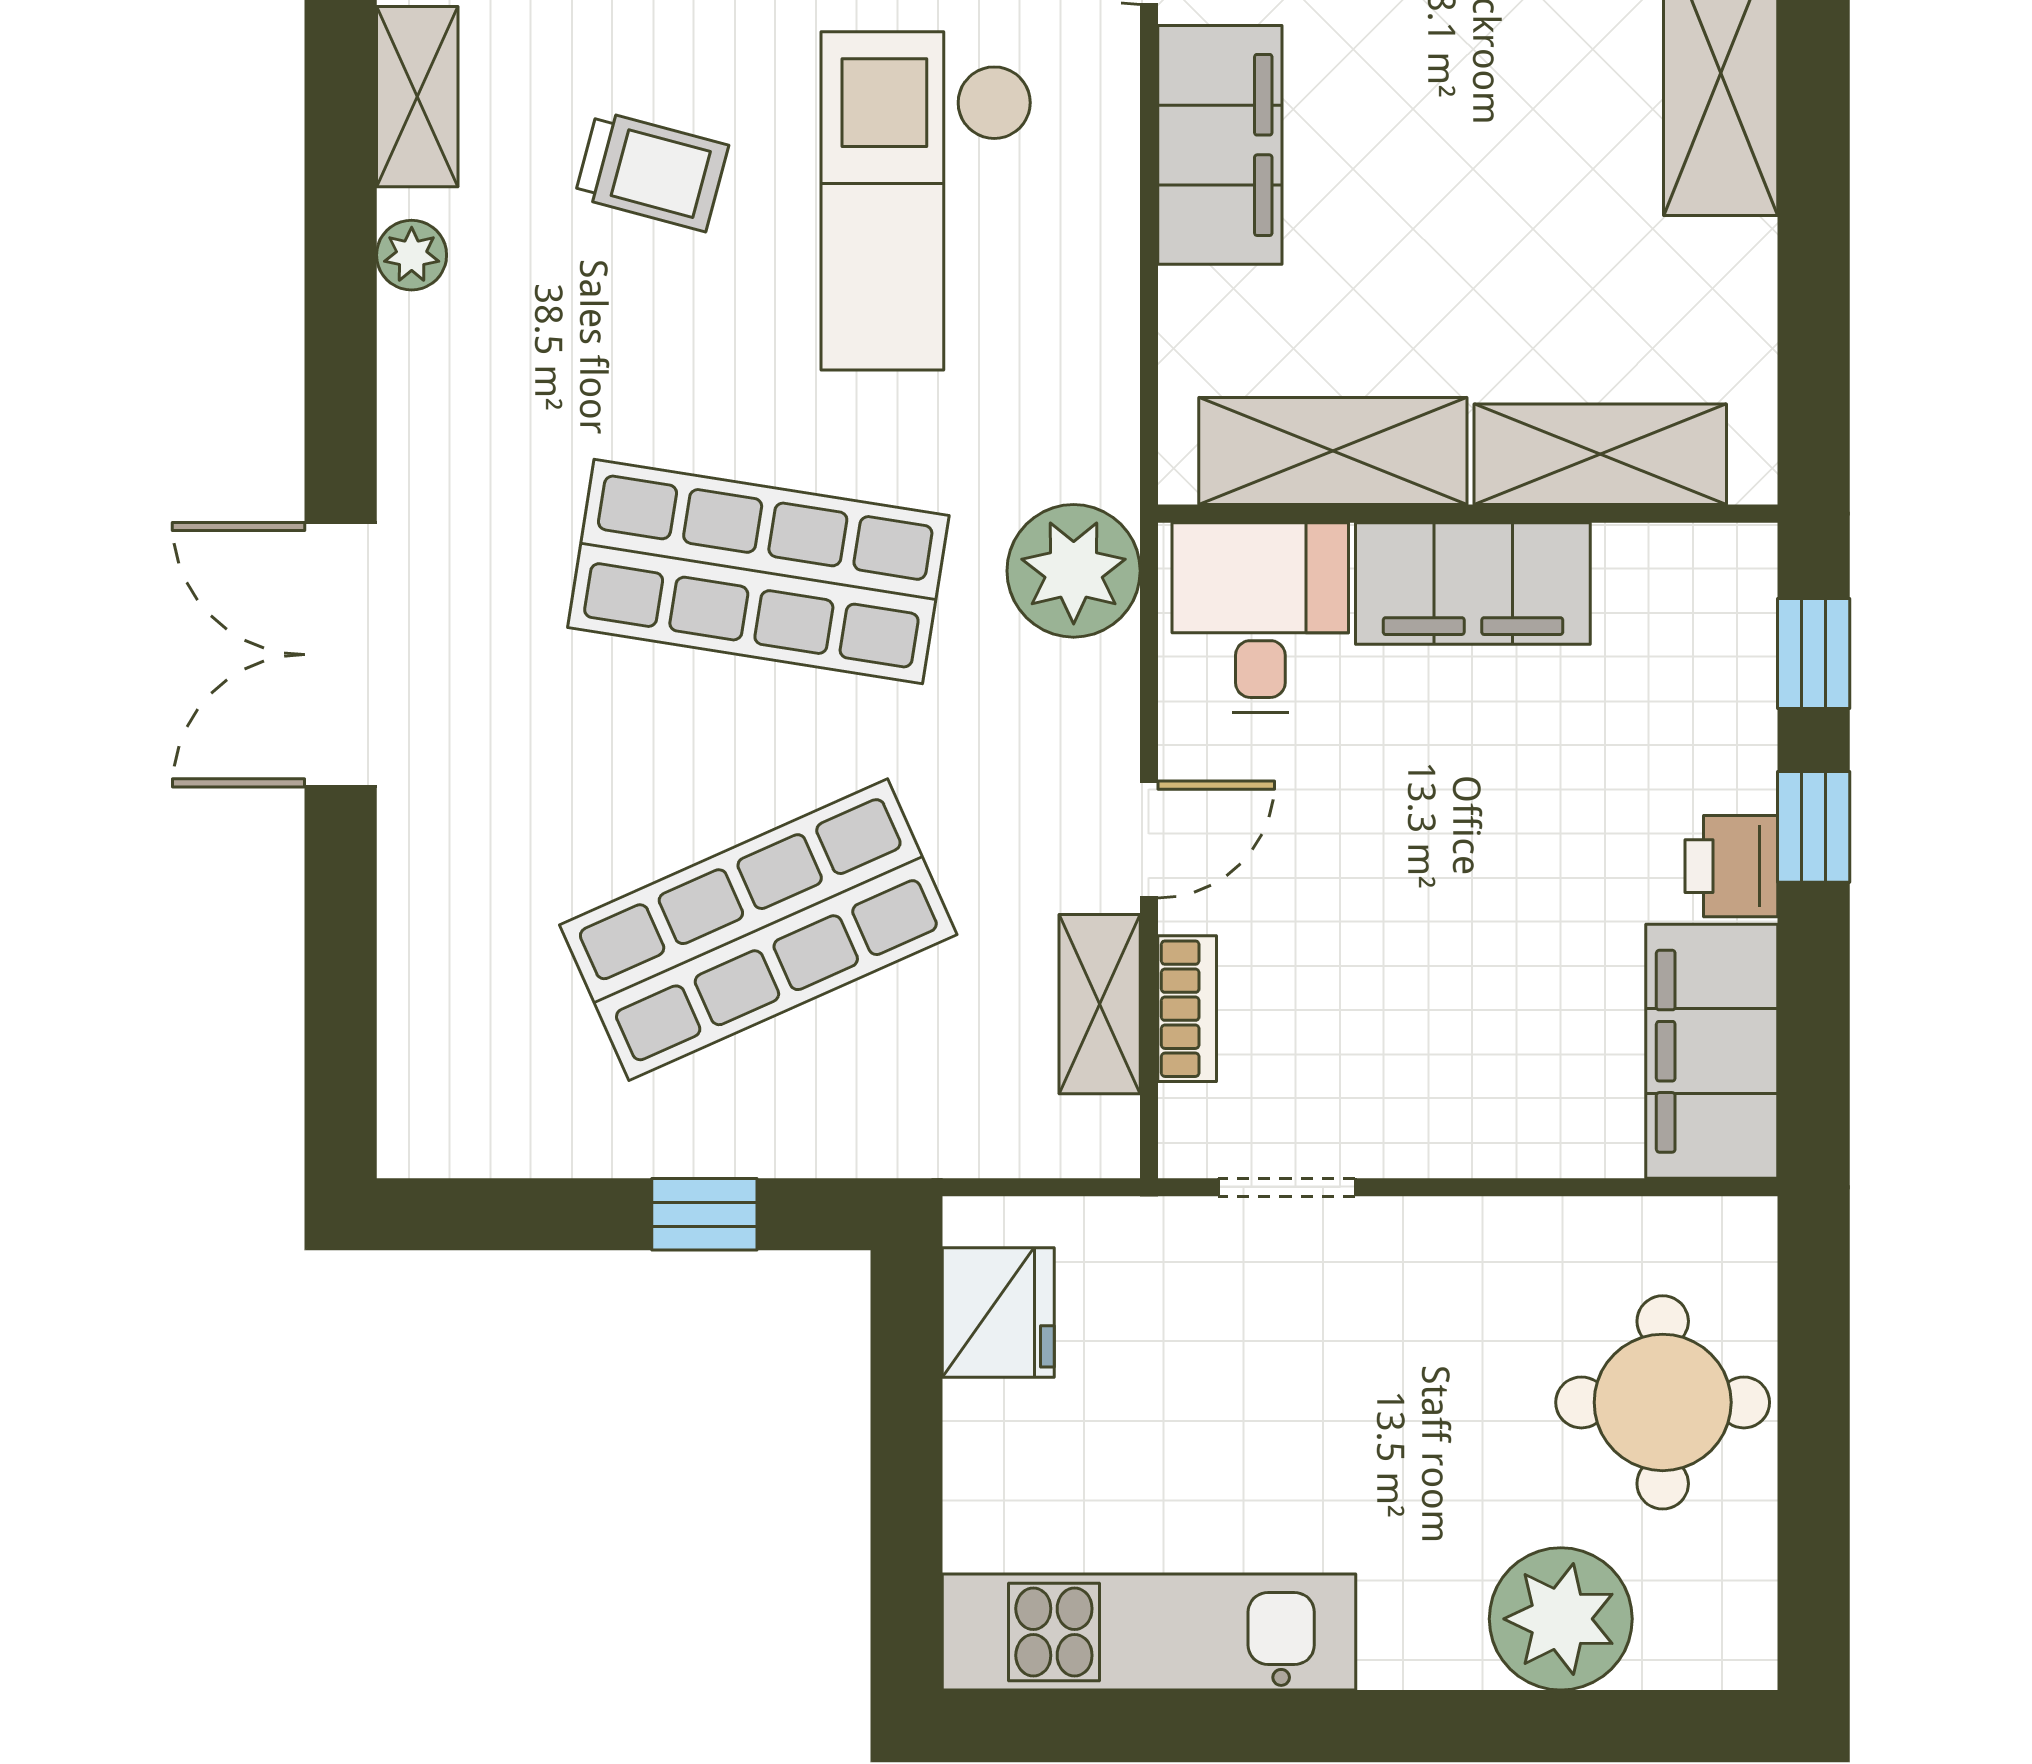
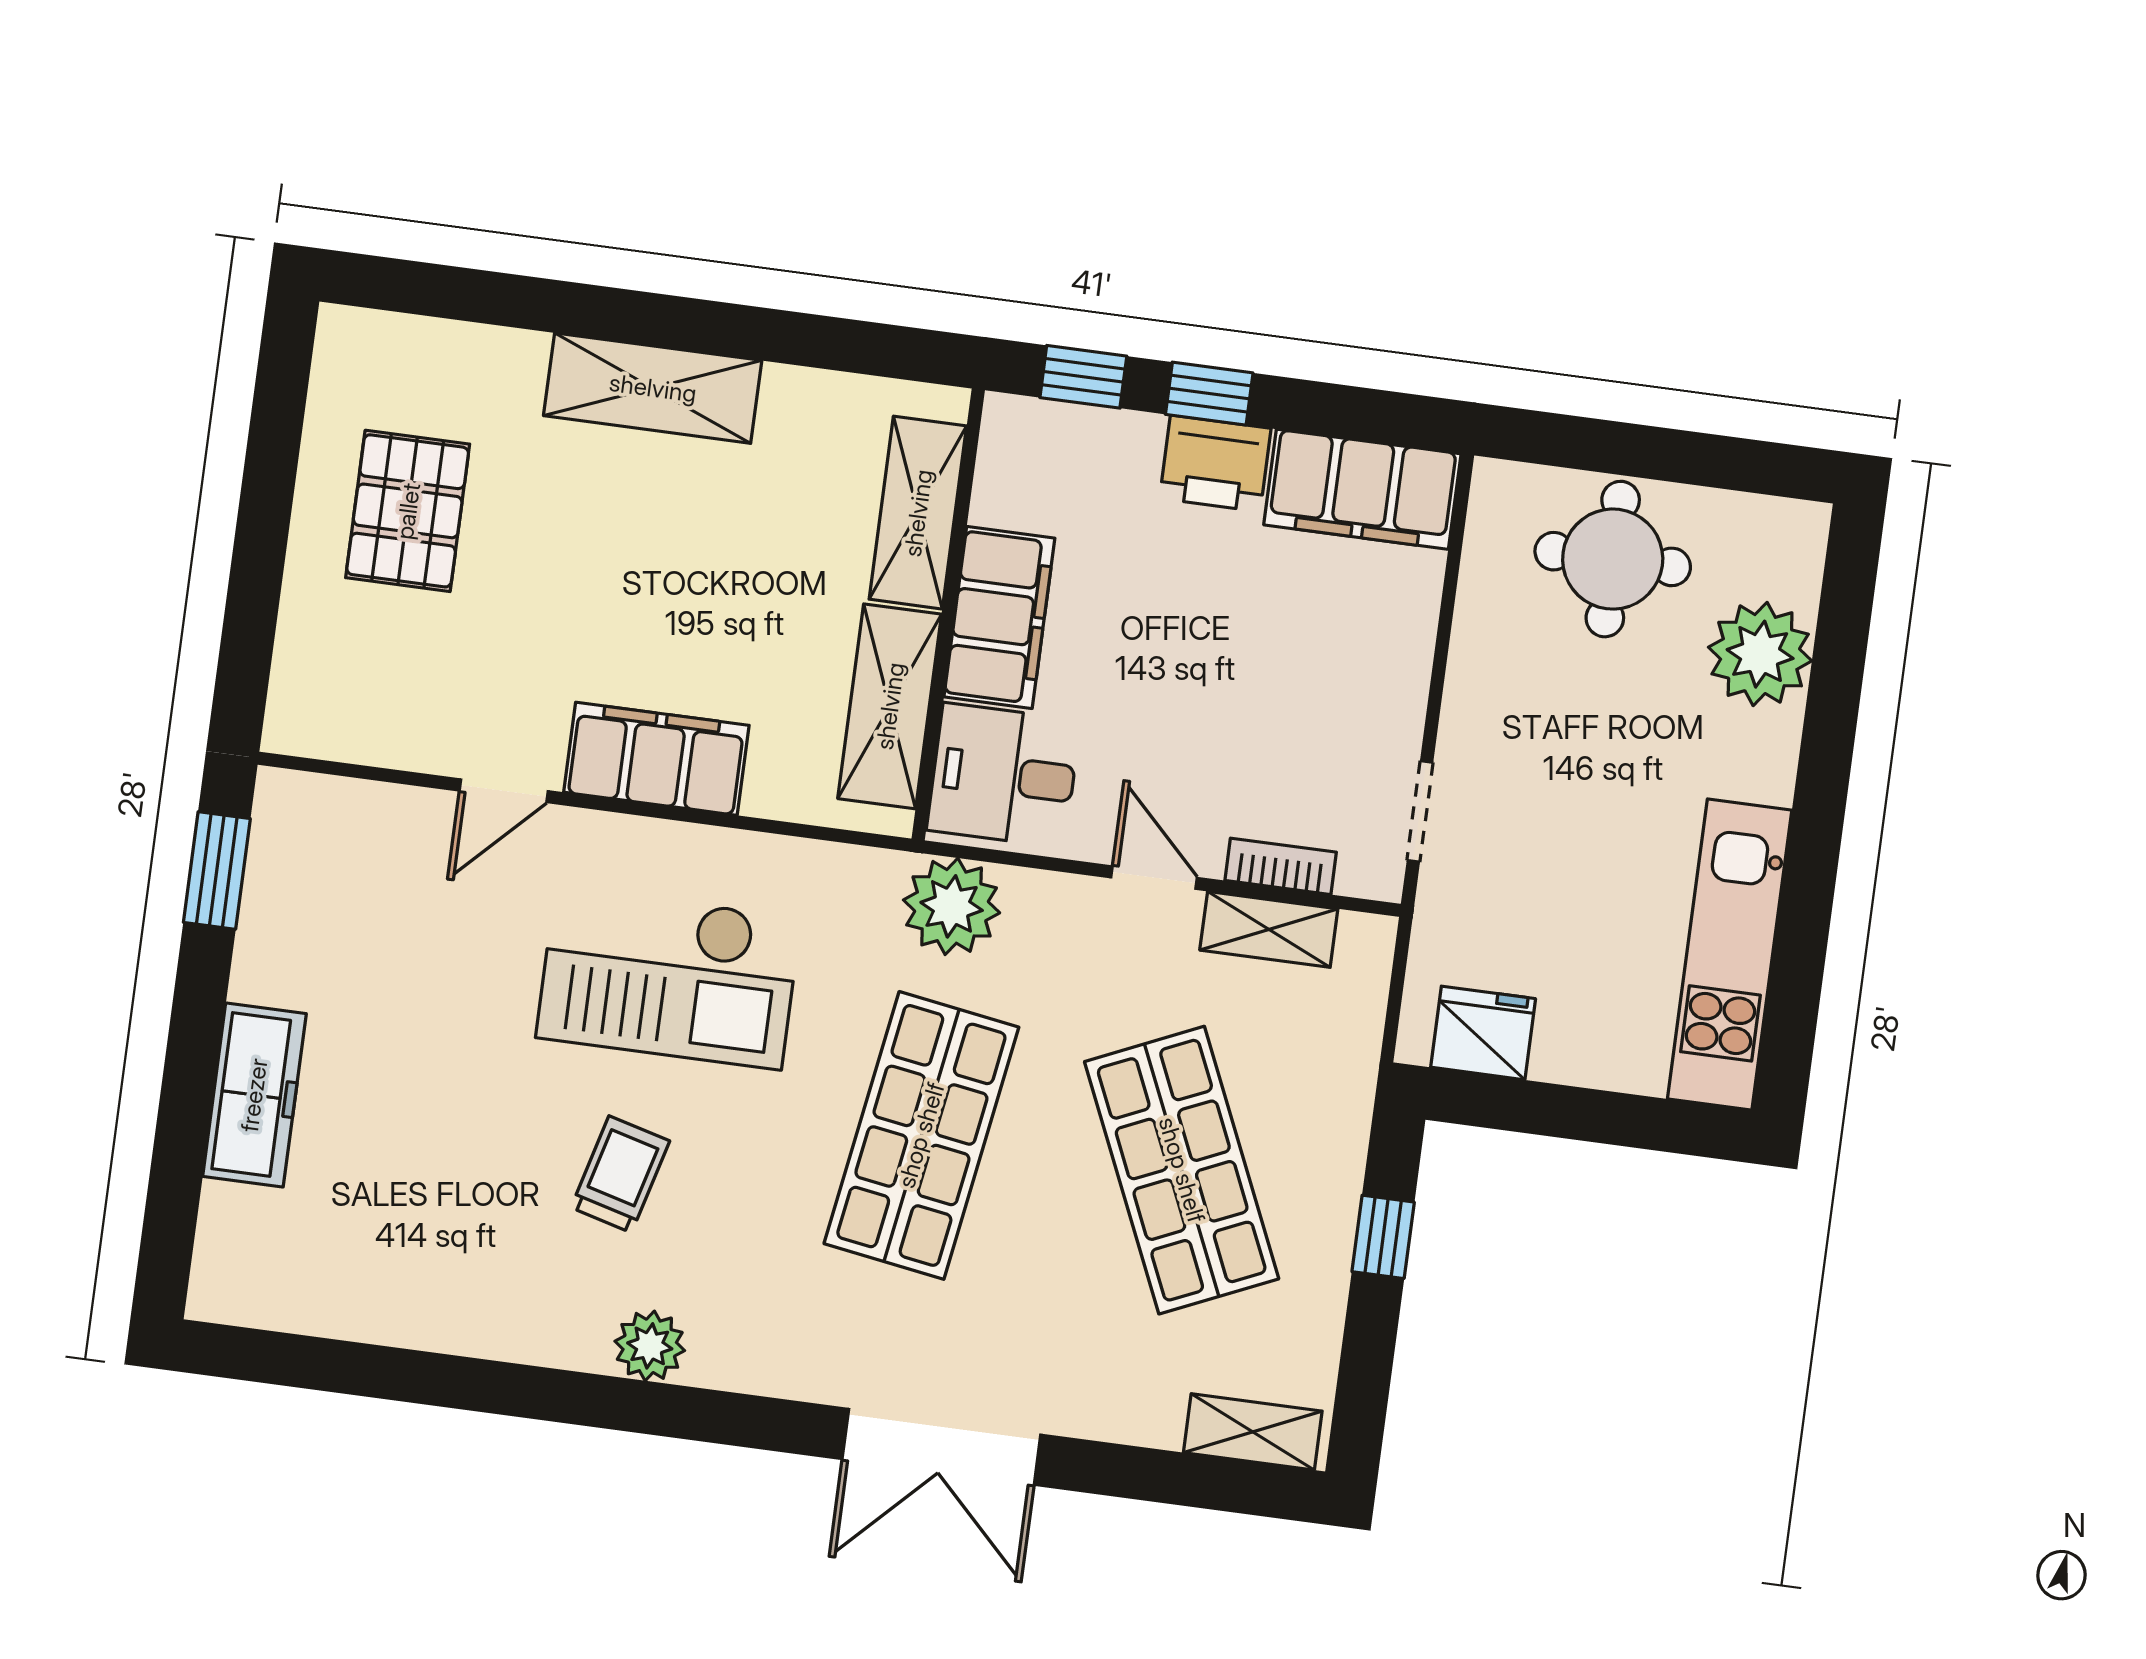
shelving: (417, 97) -> (1253, 1432), moved
plant: (412, 255) -> (650, 1346), width x1.38, depth x1.38
printer: (1731, 866) -> (1215, 463), width x1.36, depth x1.24

